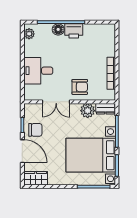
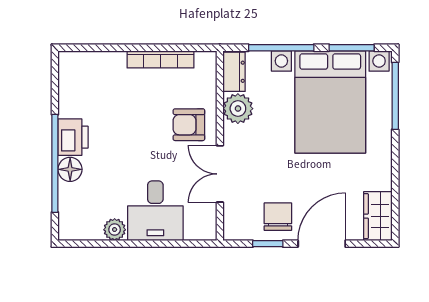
plant: (29, 34) -> (115, 230), moved
armchair: (80, 87) -> (189, 125), turned -90
double door: (56, 102) -> (220, 174), swing flipped

